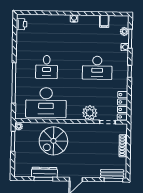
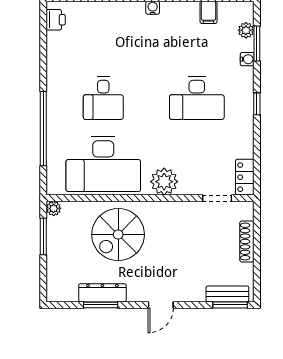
locker: (123, 106) -> (245, 177), width x0.66
plant: (90, 113) -> (164, 182), moved

